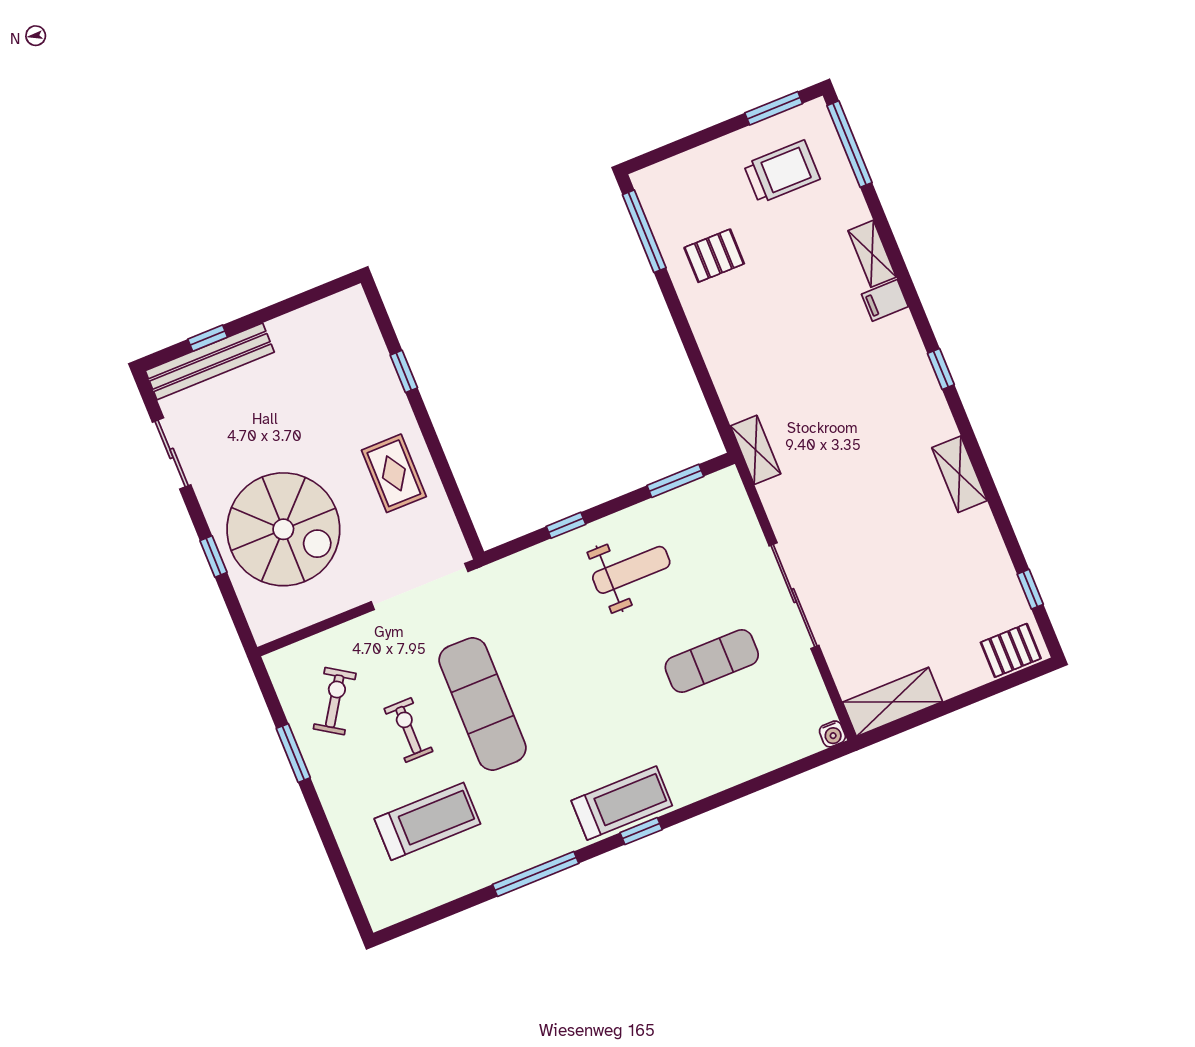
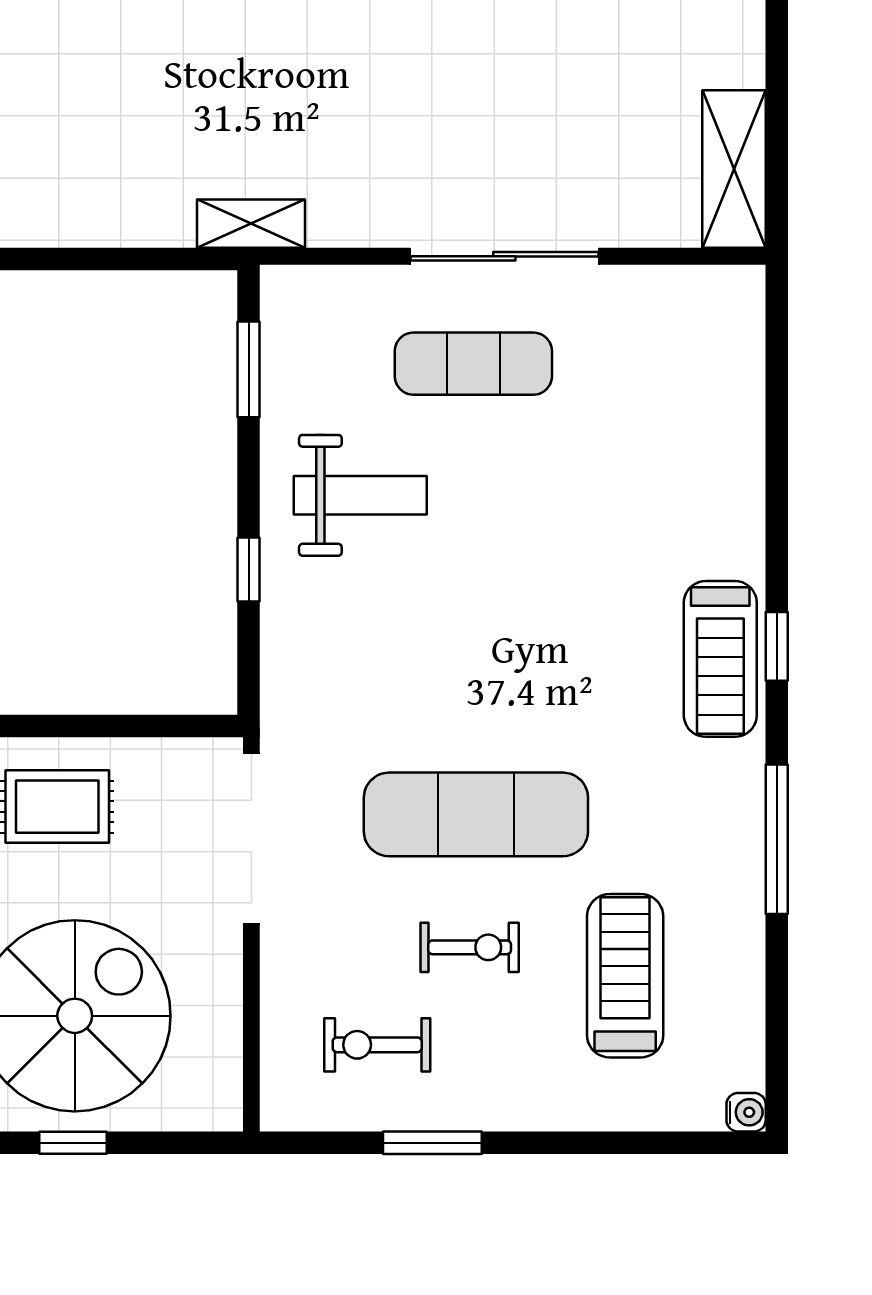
weight bench: (631, 570) -> (360, 495), turned 90
exercise mat: (712, 661) -> (473, 364), moved, turned 90
exercise bike: (335, 701) -> (377, 1045), turned -33
exercise bike: (408, 730) -> (470, 947), turned 180
water cooler: (832, 734) -> (746, 1112), moved
treadmill: (622, 803) -> (720, 659), turned 180

